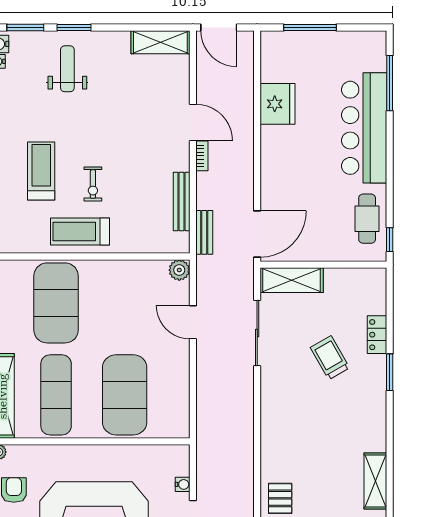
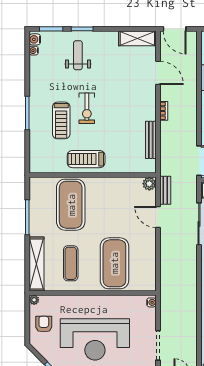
door: (193, 122) -> (158, 73), moved
treadmill: (41, 171) -> (61, 120), turned 180
exercise bike: (93, 184) -> (87, 108), moved, width x1.38, depth x1.39
bench: (204, 232) -> (165, 190), moved
exercise mat: (56, 395) -> (71, 263), width x0.73, depth x0.69
water cooler: (183, 484) -> (151, 302), moved

